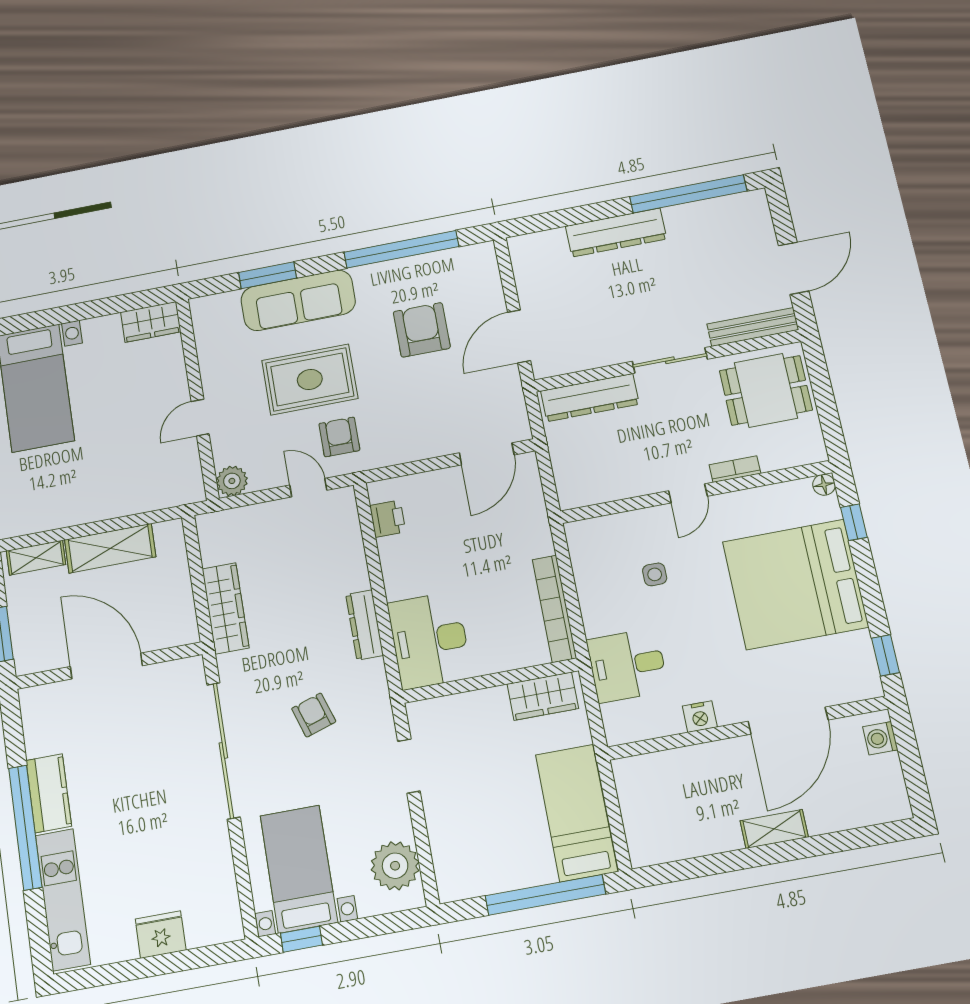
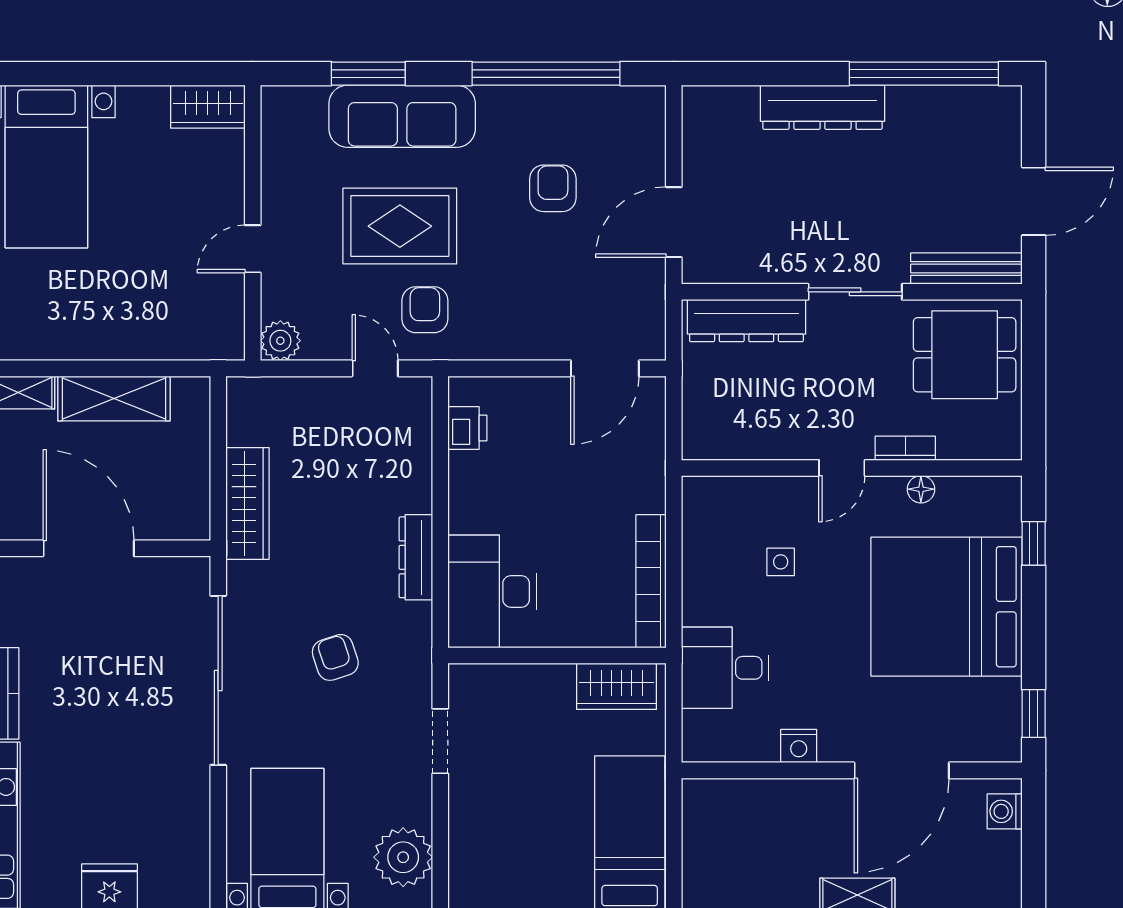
armchair: (422, 330) -> (553, 188), width x0.72, depth x0.72
floor lamp: (824, 485) -> (921, 489), moved

